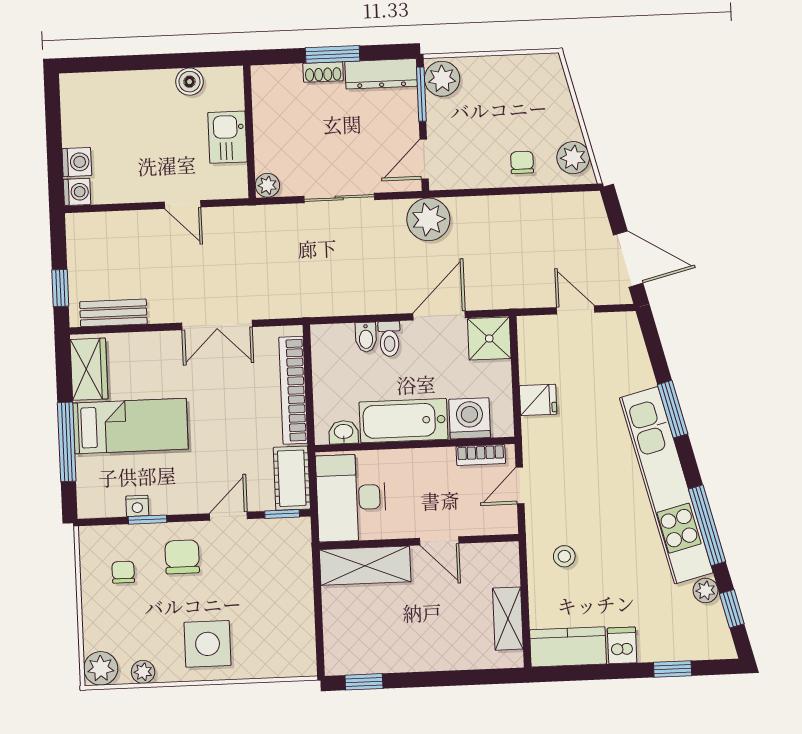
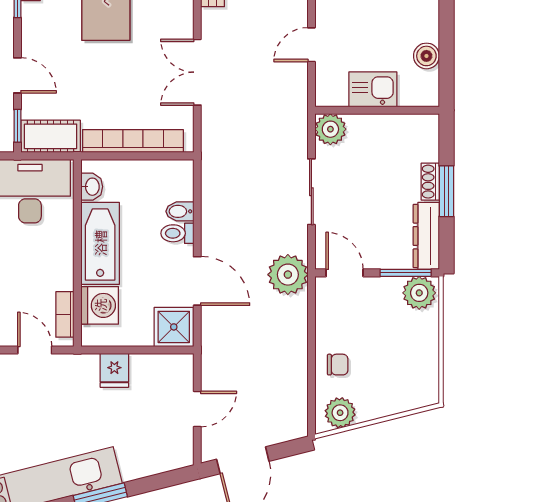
plant: (267, 185) -> (330, 129), width x1.38, depth x1.38

